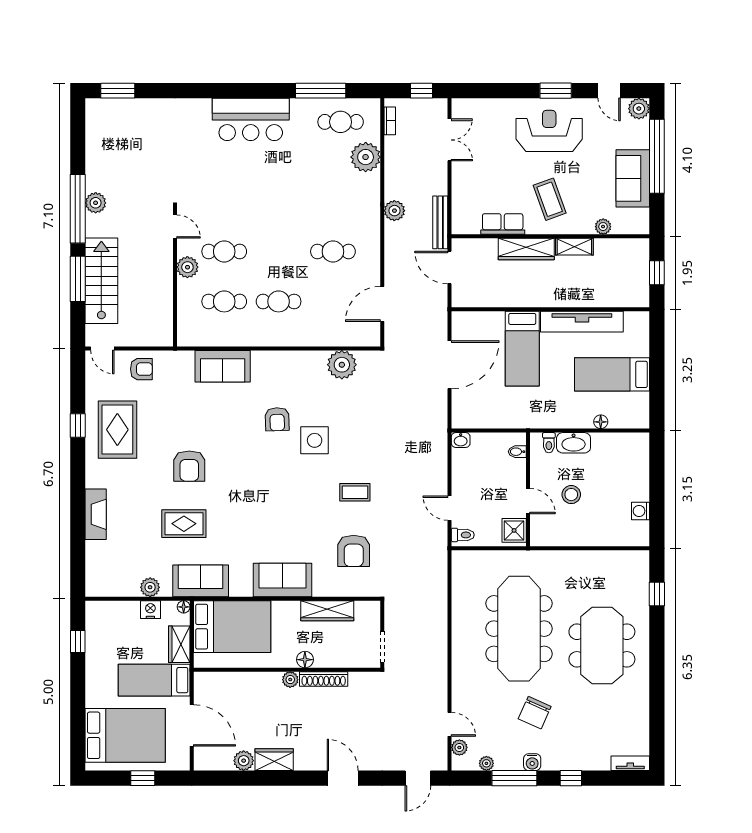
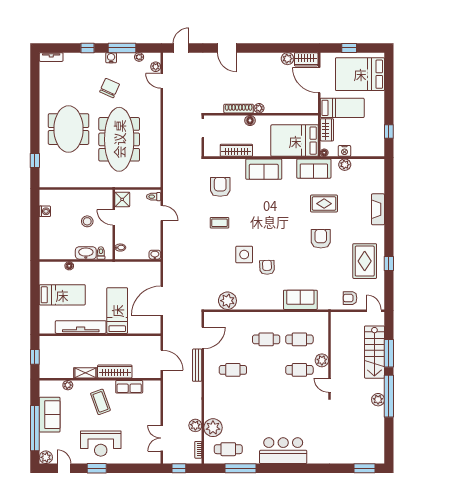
plant: (394, 211) -> (195, 425), moved
bench: (440, 222) -> (197, 365), moved
wardrobe: (274, 760) -> (306, 59), moved

